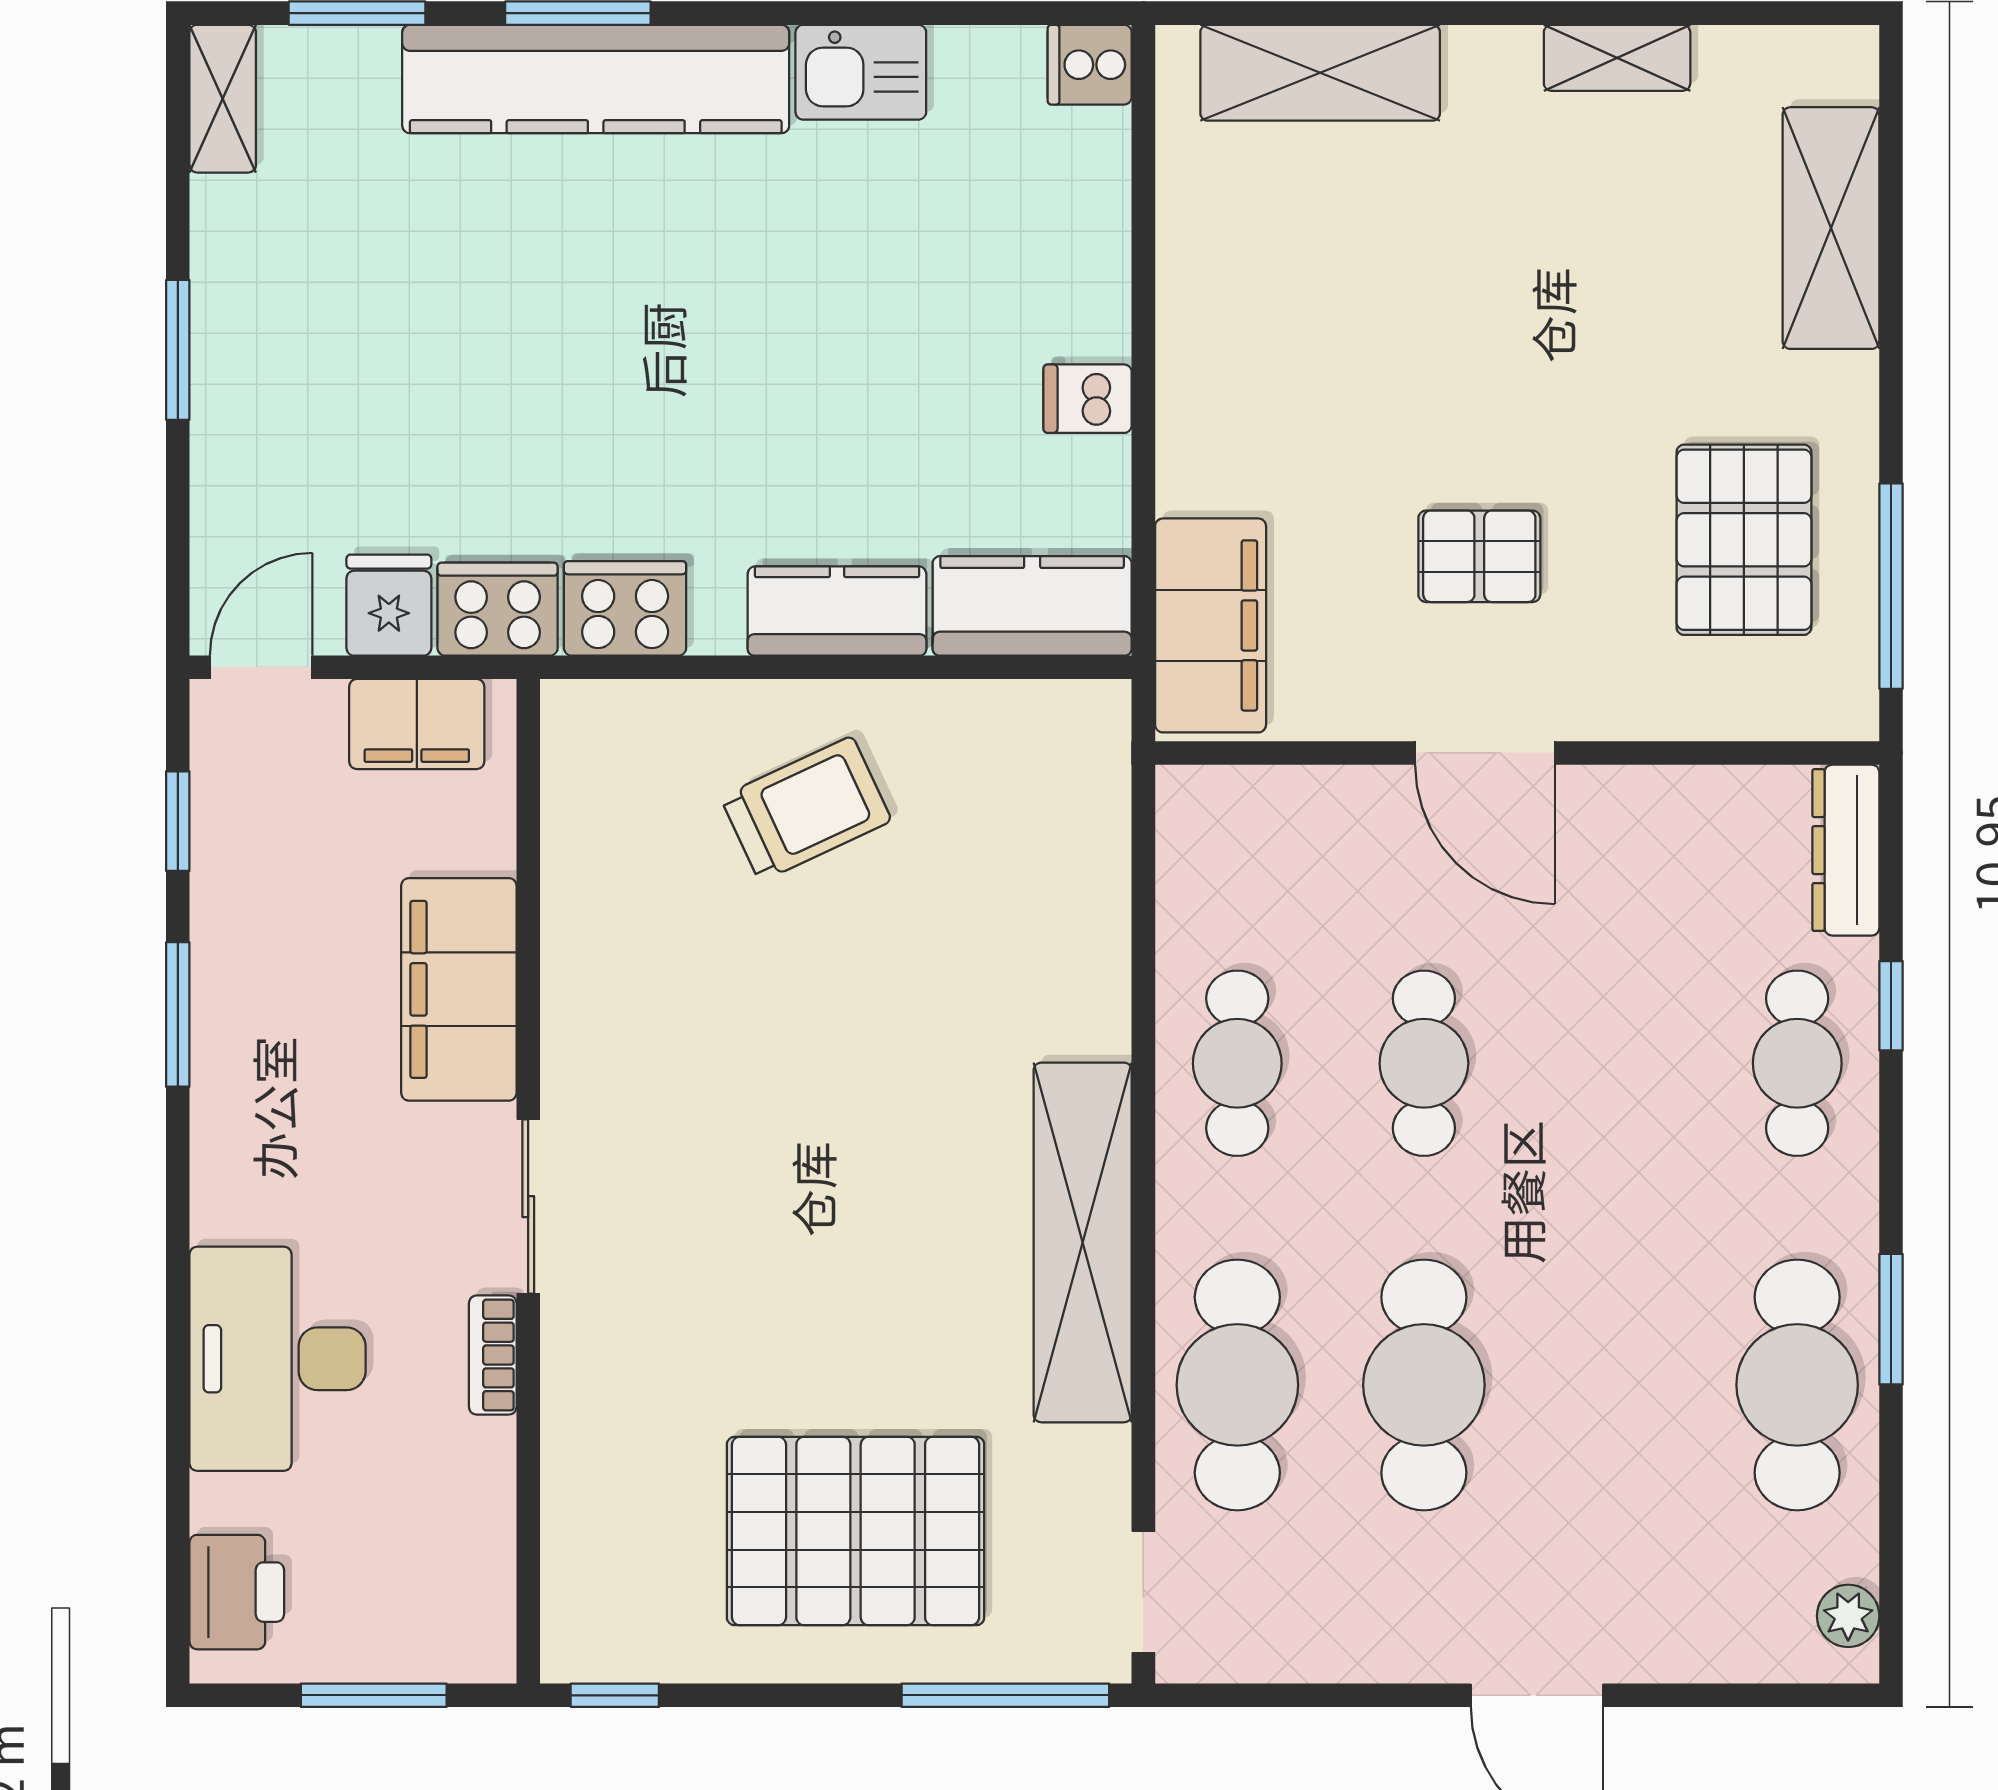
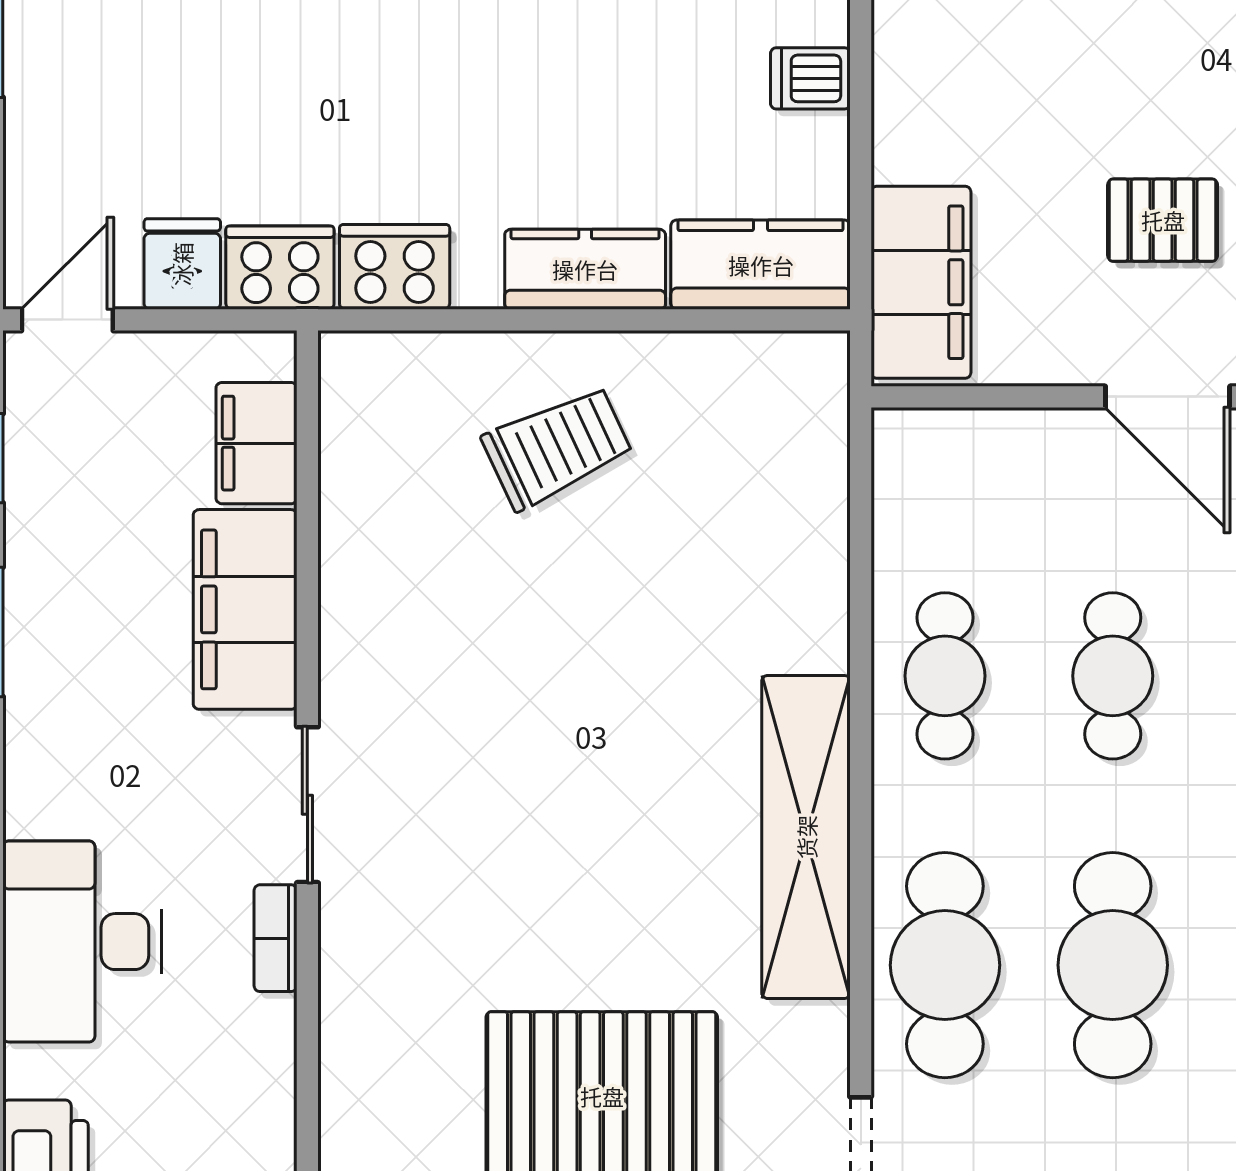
filing cabinet: (417, 724) -> (257, 443), moved, turned 90

